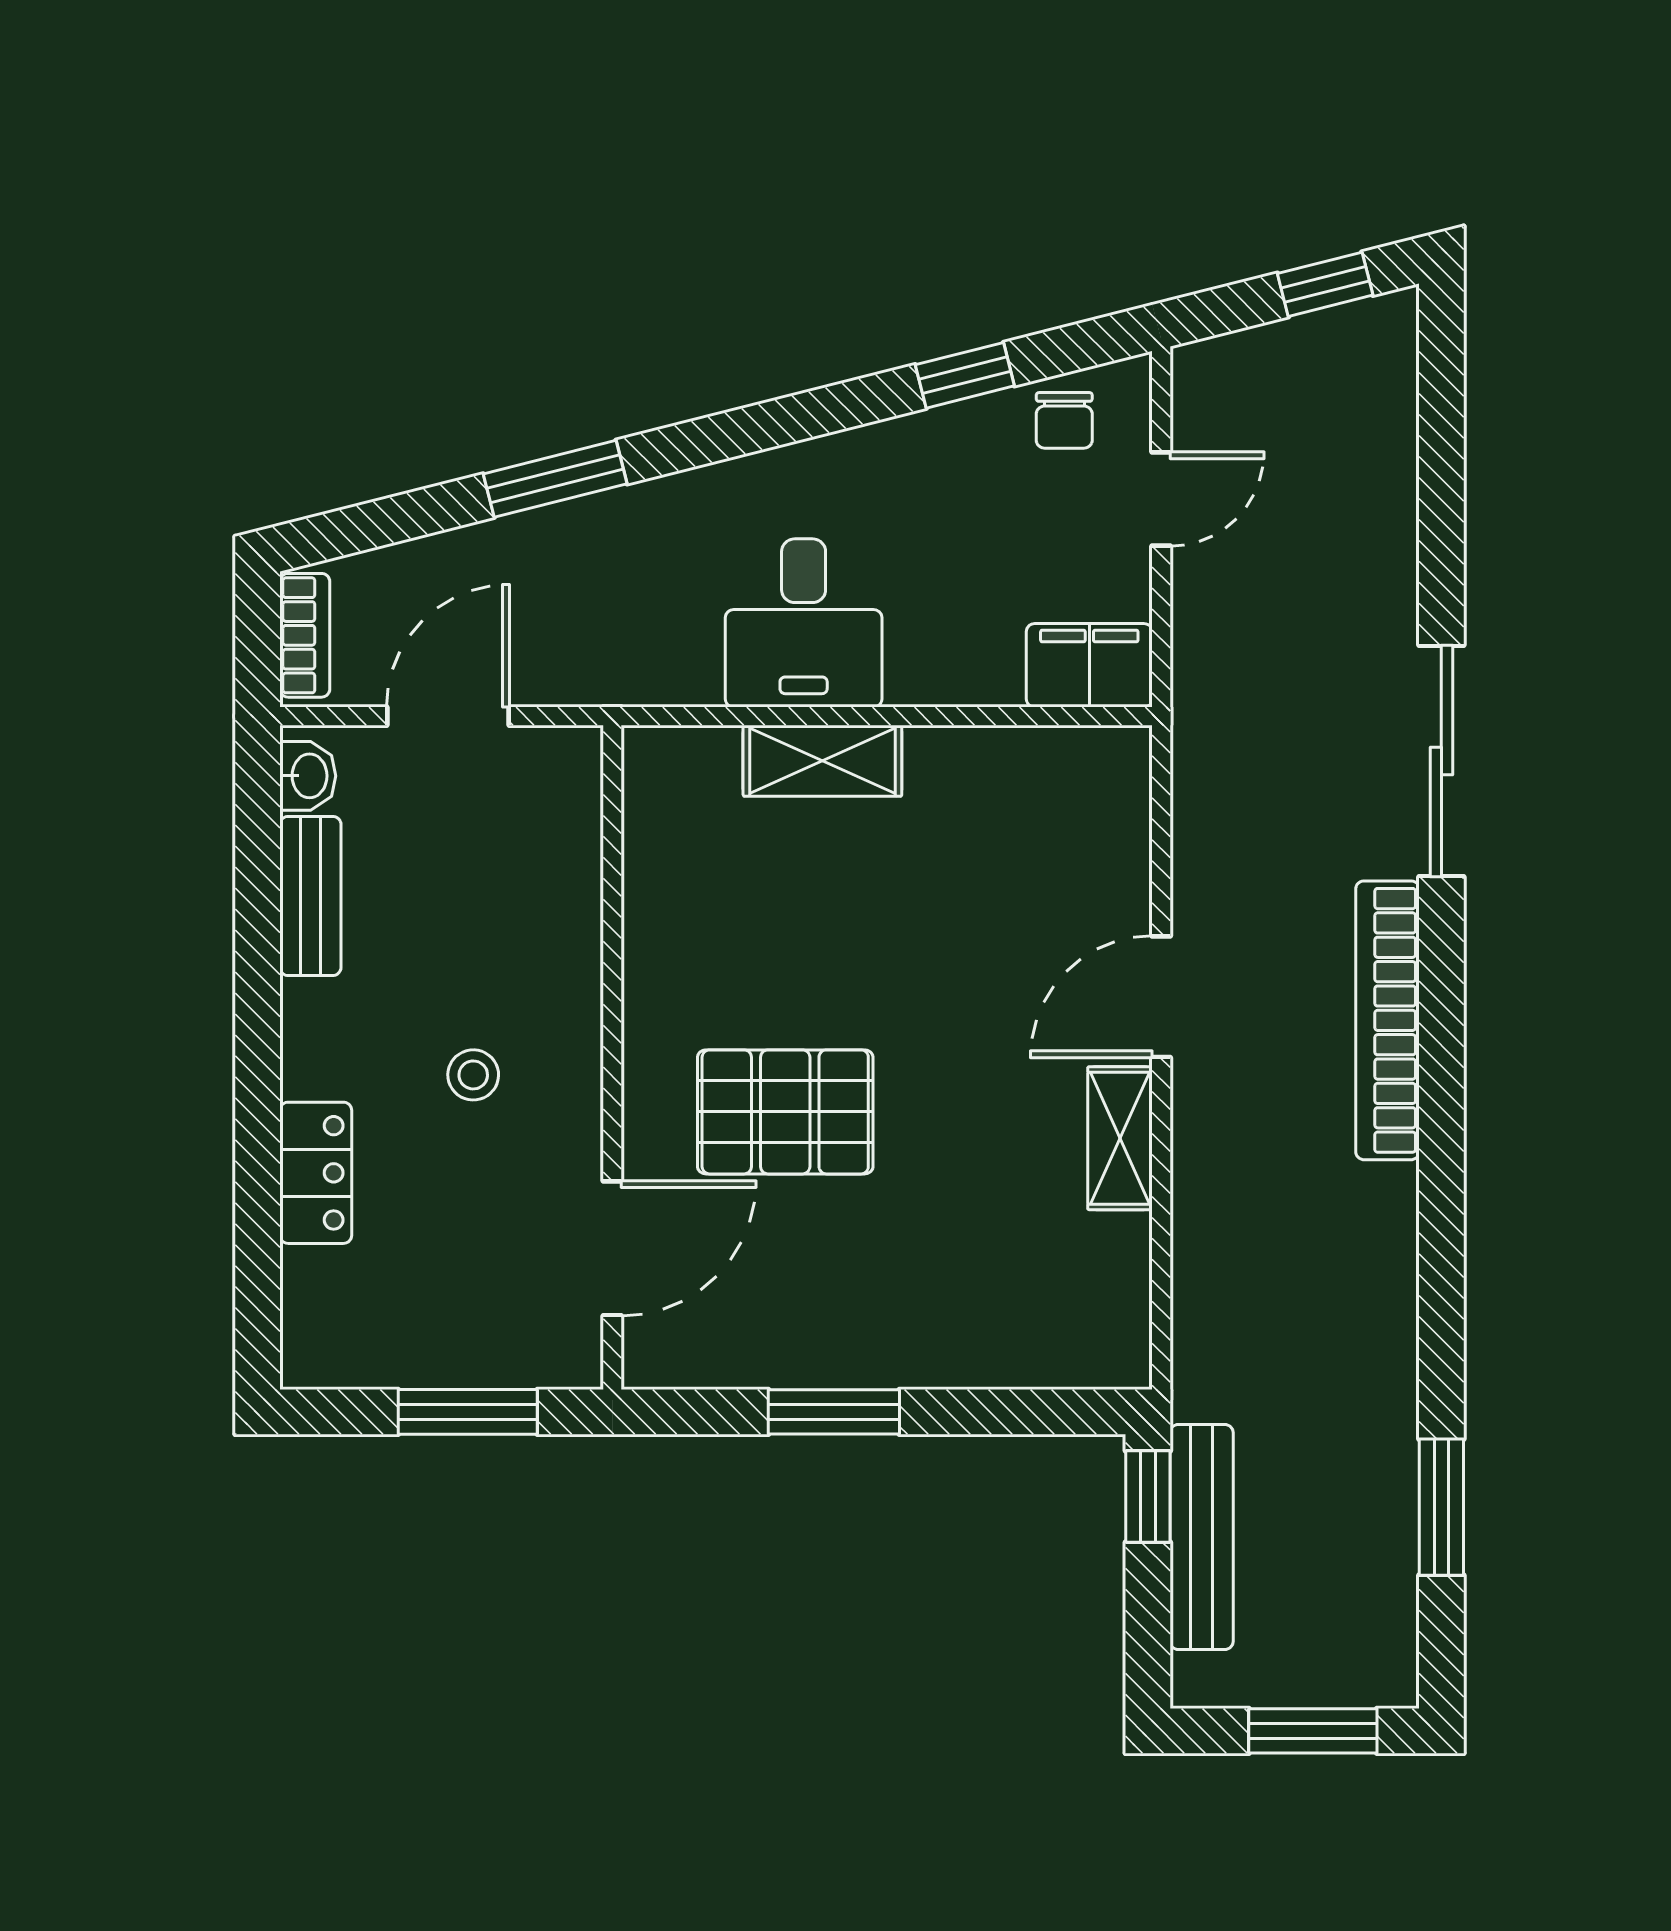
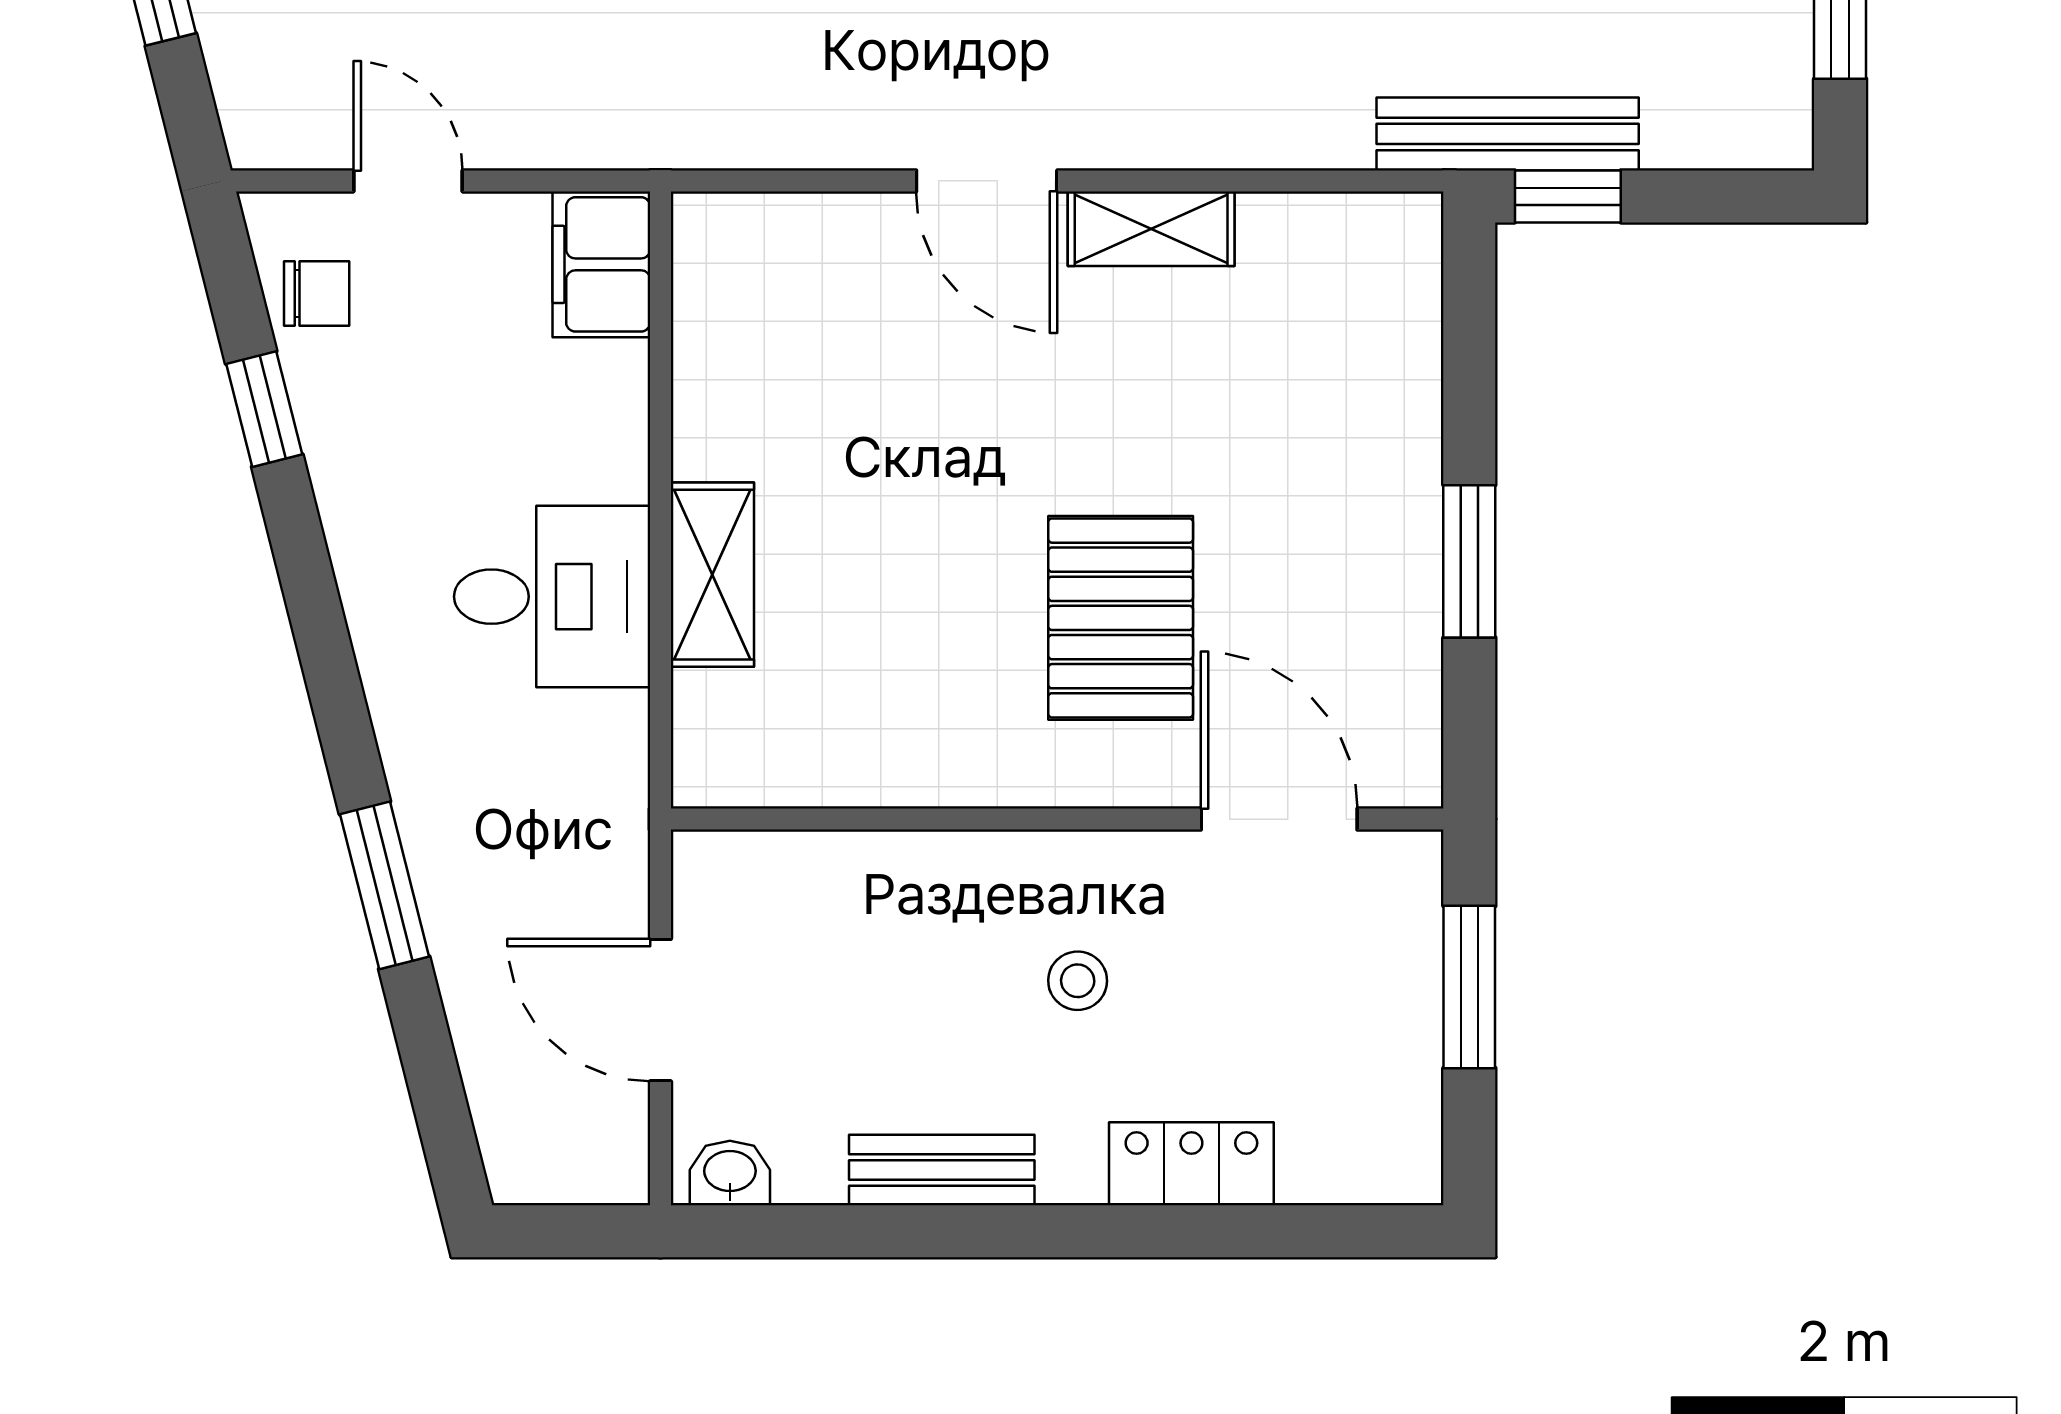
bookcase: (305, 635) -> (566, 1177), removed
bench: (310, 896) -> (942, 1170), moved
bench: (1202, 1537) -> (1508, 134), moved

